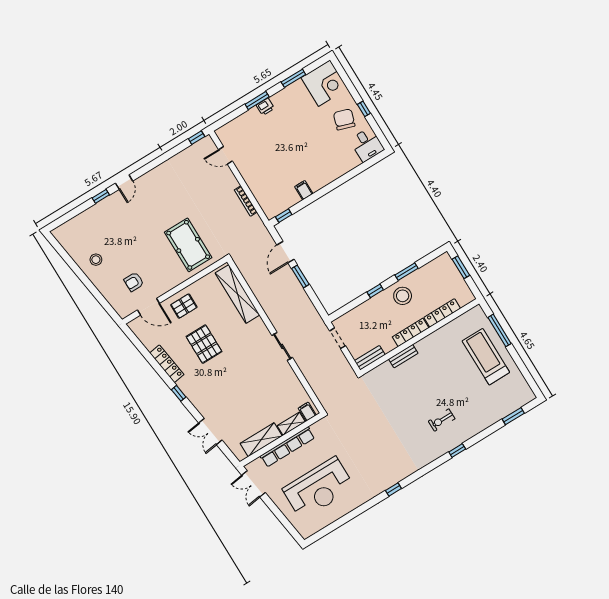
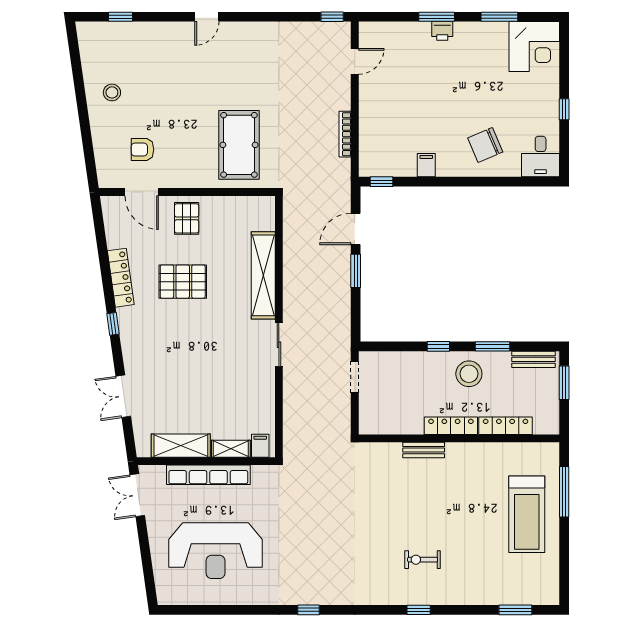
chair: (344, 119) -> (485, 145), moved, turned -131
door: (225, 155) -> (355, 61), swing flipped
window: (101, 196) -> (121, 17), moved
shelving: (237, 294) -> (263, 275), moved
pallet: (184, 306) -> (187, 218), turned 90
pallet: (204, 344) -> (183, 282), turned 90
treadmill: (486, 357) -> (527, 514), turned 180
bench: (370, 358) -> (533, 359), moved

